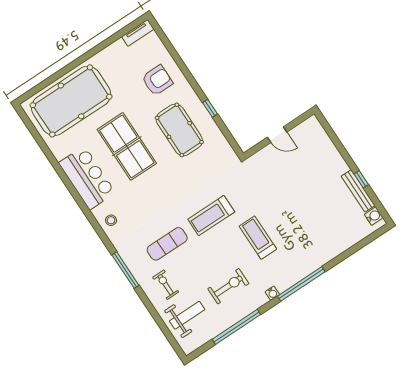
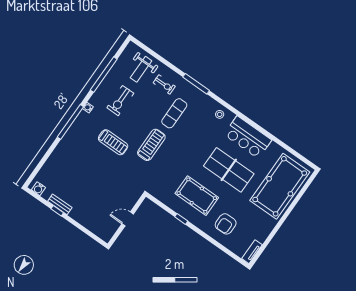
bench: (358, 191) -> (60, 204), width x0.73

